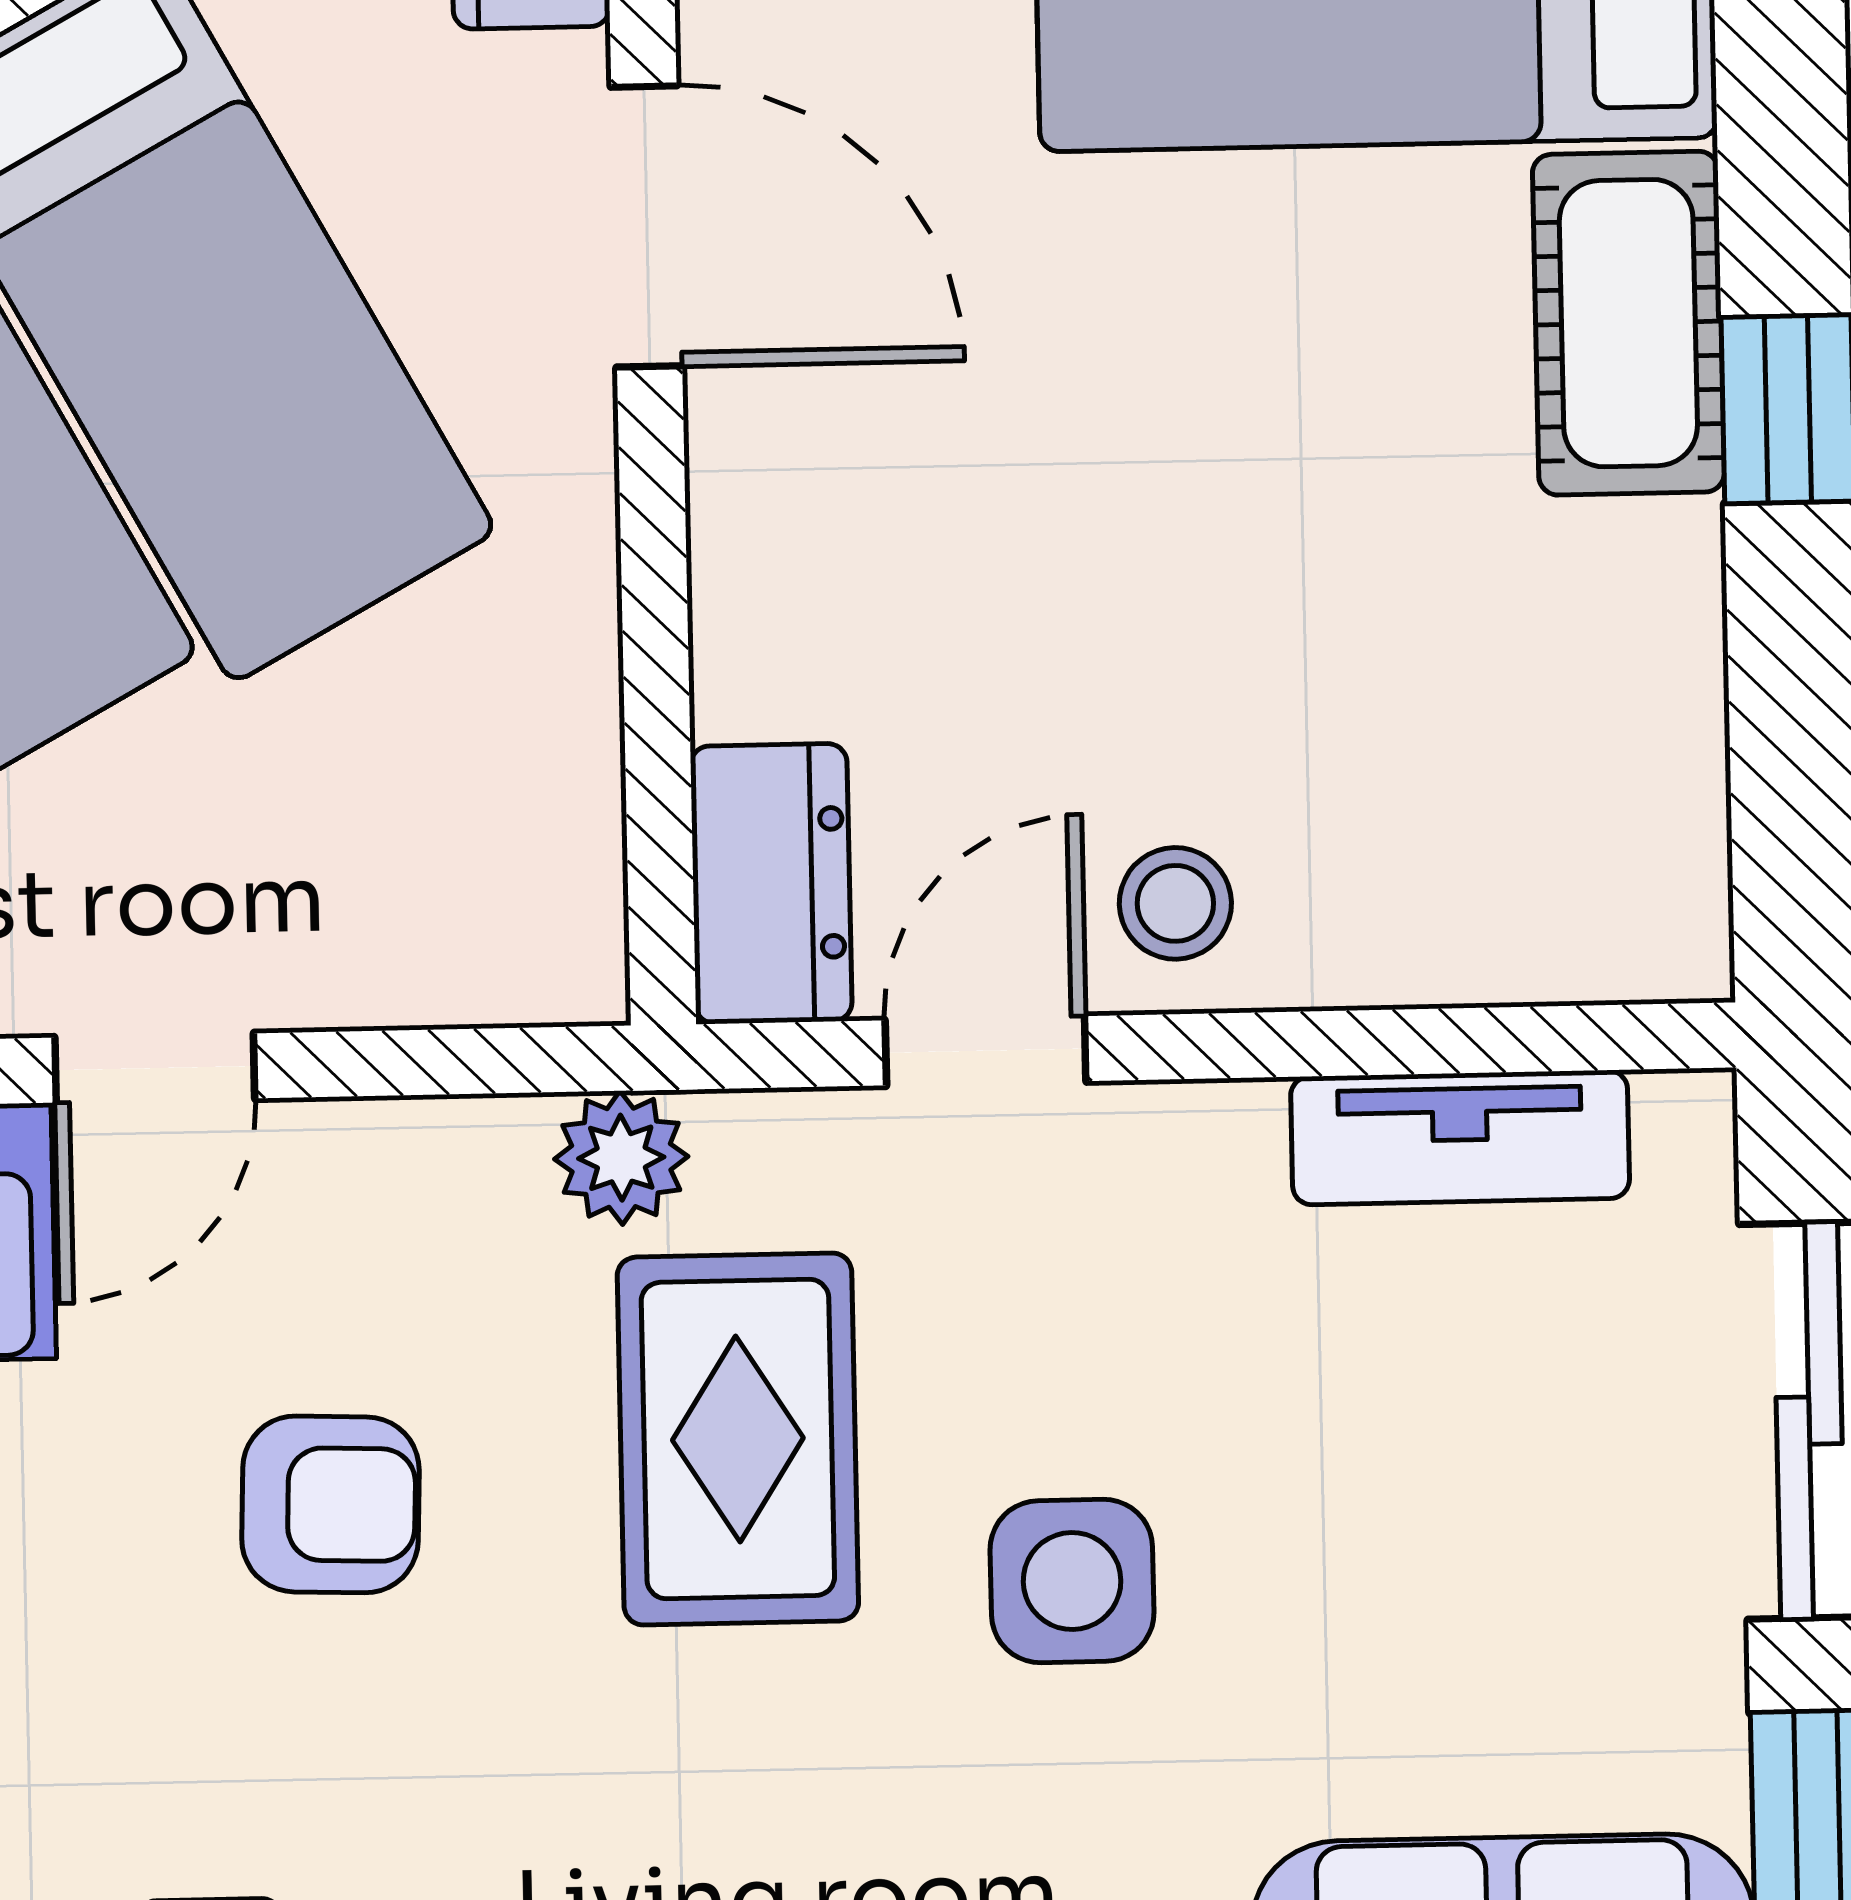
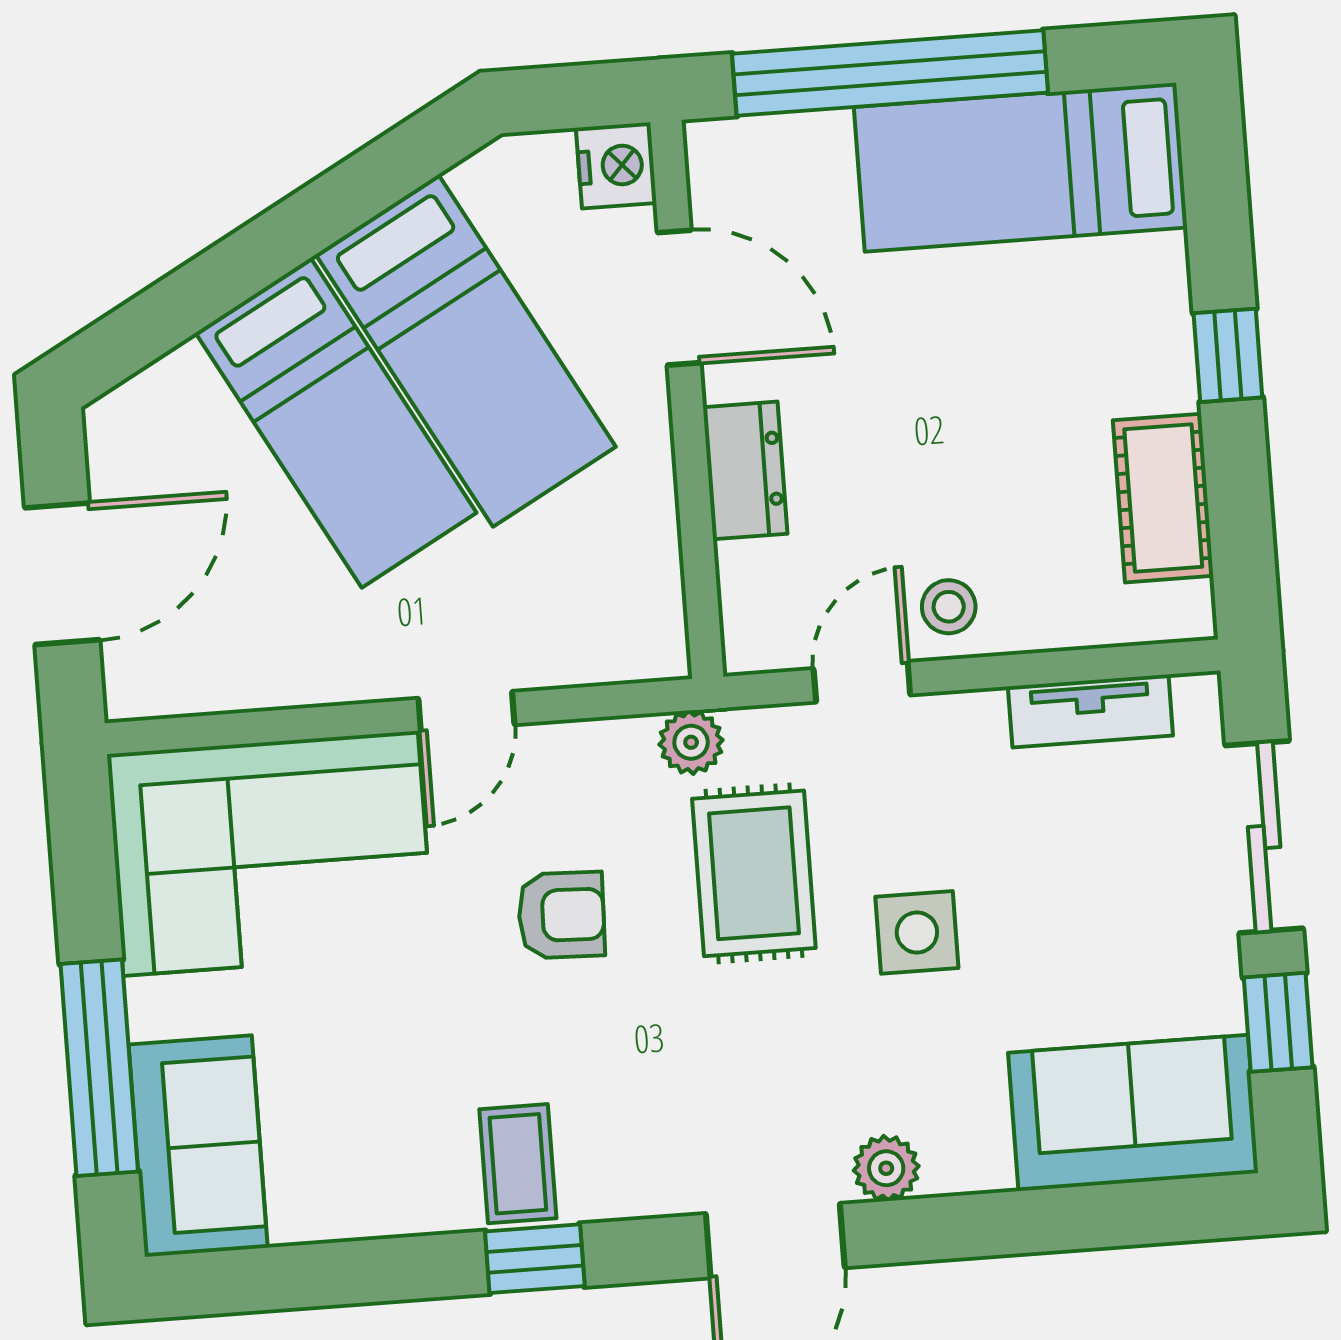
cot: (1628, 323) -> (1163, 498), moved
dresser: (771, 884) -> (745, 470), moved

